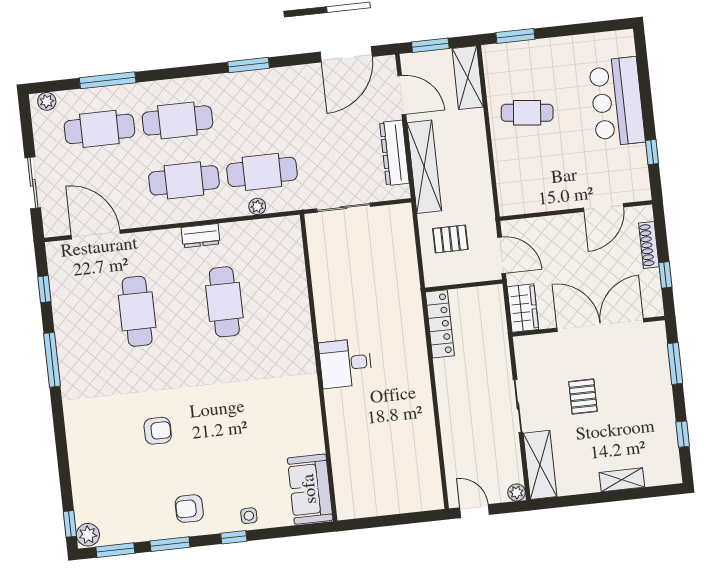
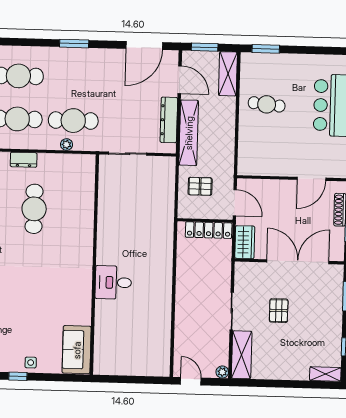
locker: (440, 324) -> (209, 230), moved, turned 90
desk: (345, 363) -> (113, 282), moved
shelving: (622, 480) -> (325, 374), moved

